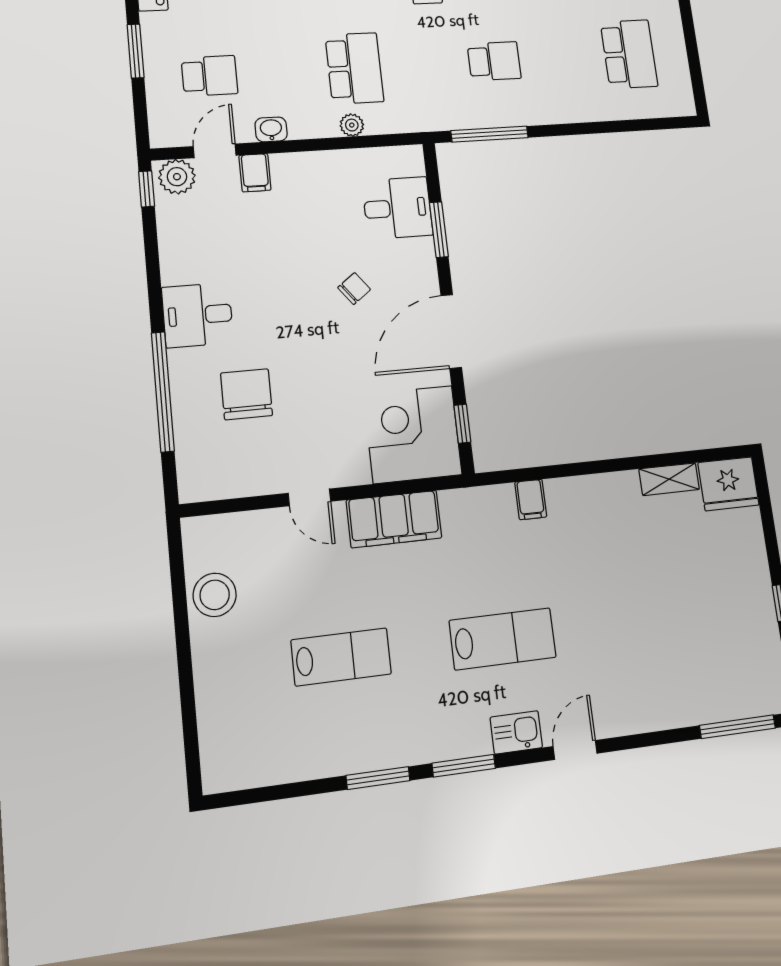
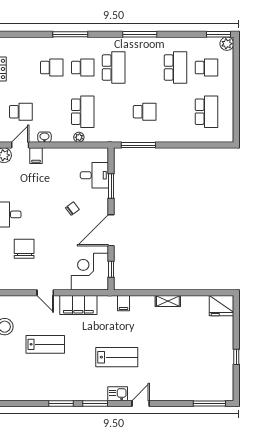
shelving: (669, 479) -> (168, 301), moved
filing cabinet: (531, 499) -> (123, 303), moved
lab bench: (341, 657) -> (45, 344), moved

